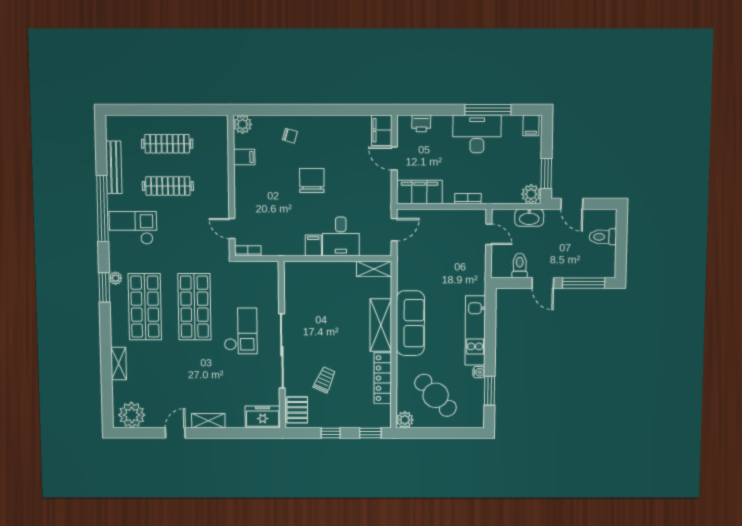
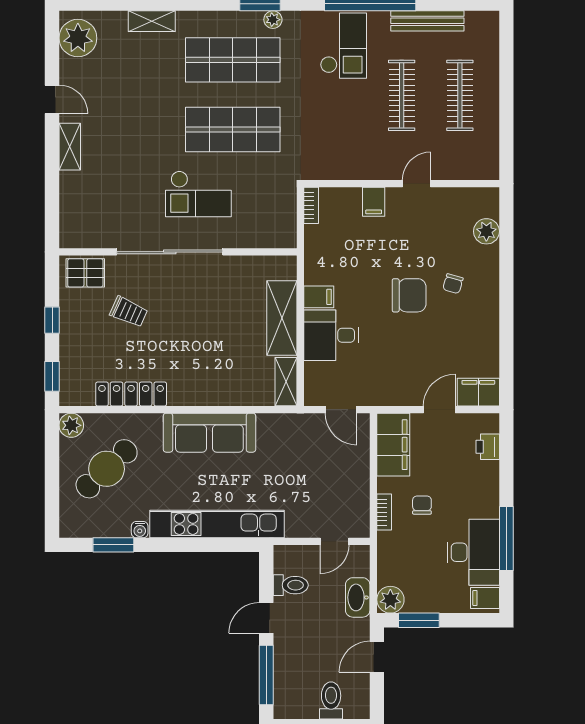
plant: (243, 124) -> (486, 231), moved
desk: (477, 134) -> (473, 552), moved
chair: (290, 136) -> (453, 284), moved
filing cabinet: (244, 157) -> (374, 202), moved
chair: (463, 171) -> (422, 505), added
door: (232, 228) -> (417, 184), moved
shelving: (381, 325) -> (282, 318), moved, turned 90
kitchen unit: (475, 331) -> (217, 524), width x1.36
freezer: (263, 417) -> (75, 224), removed

